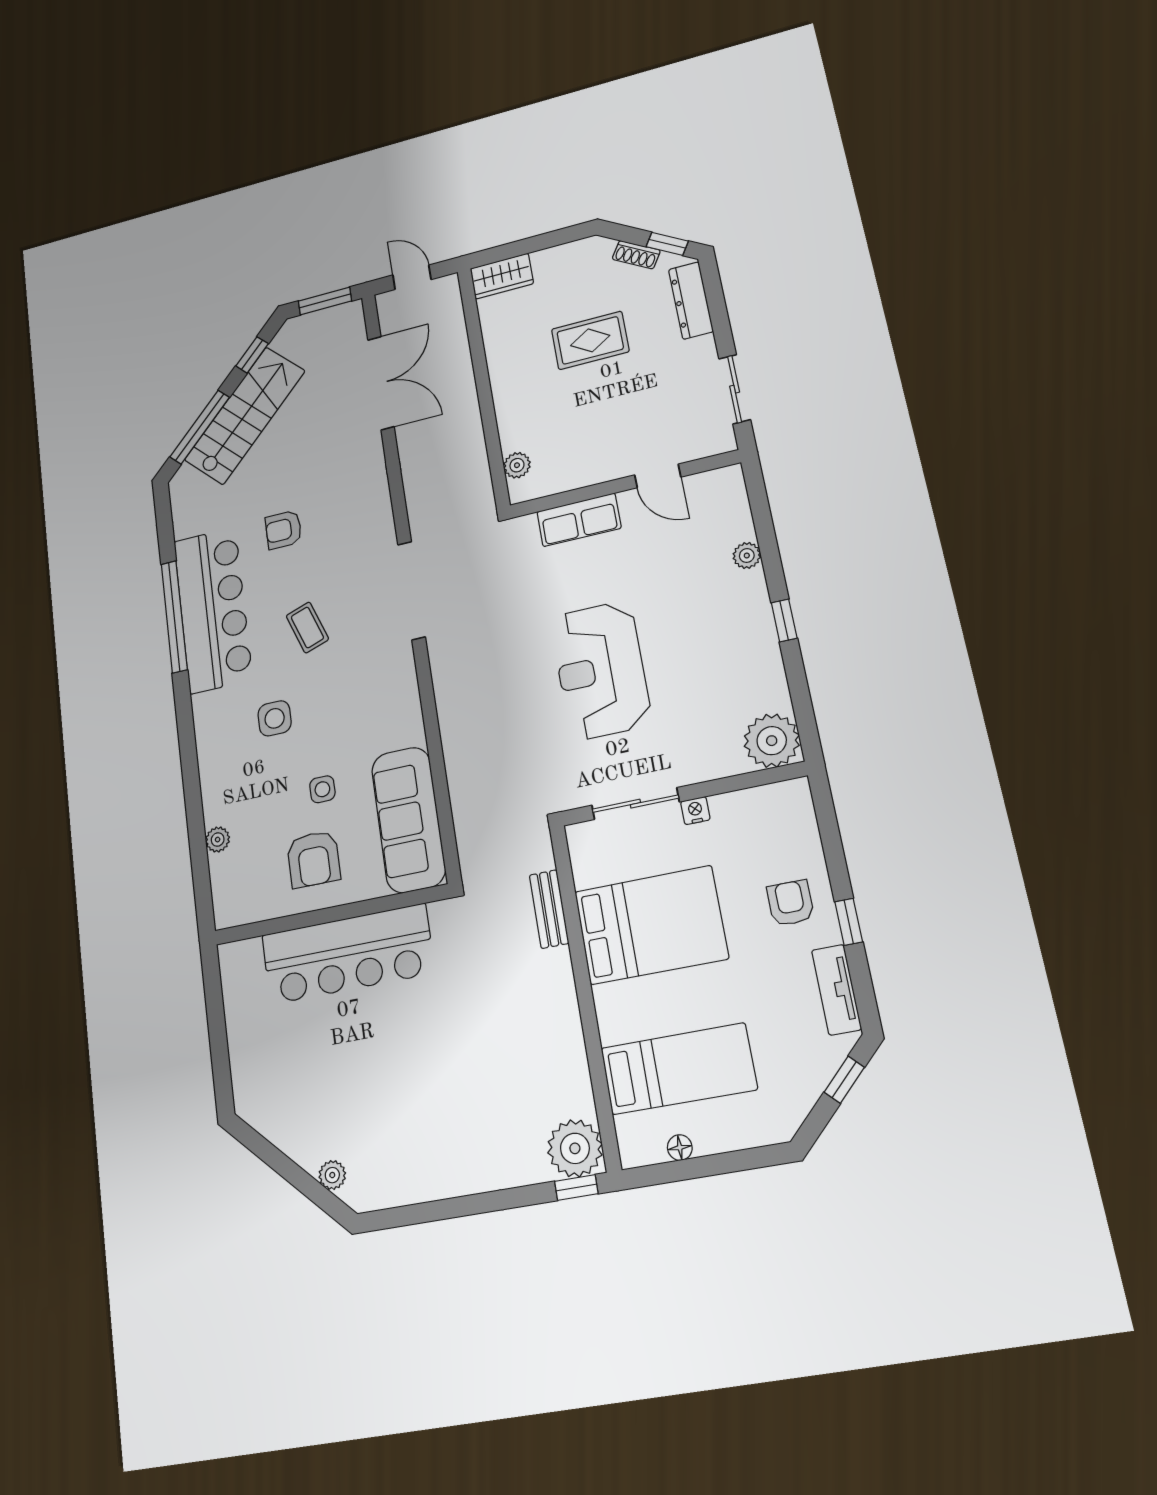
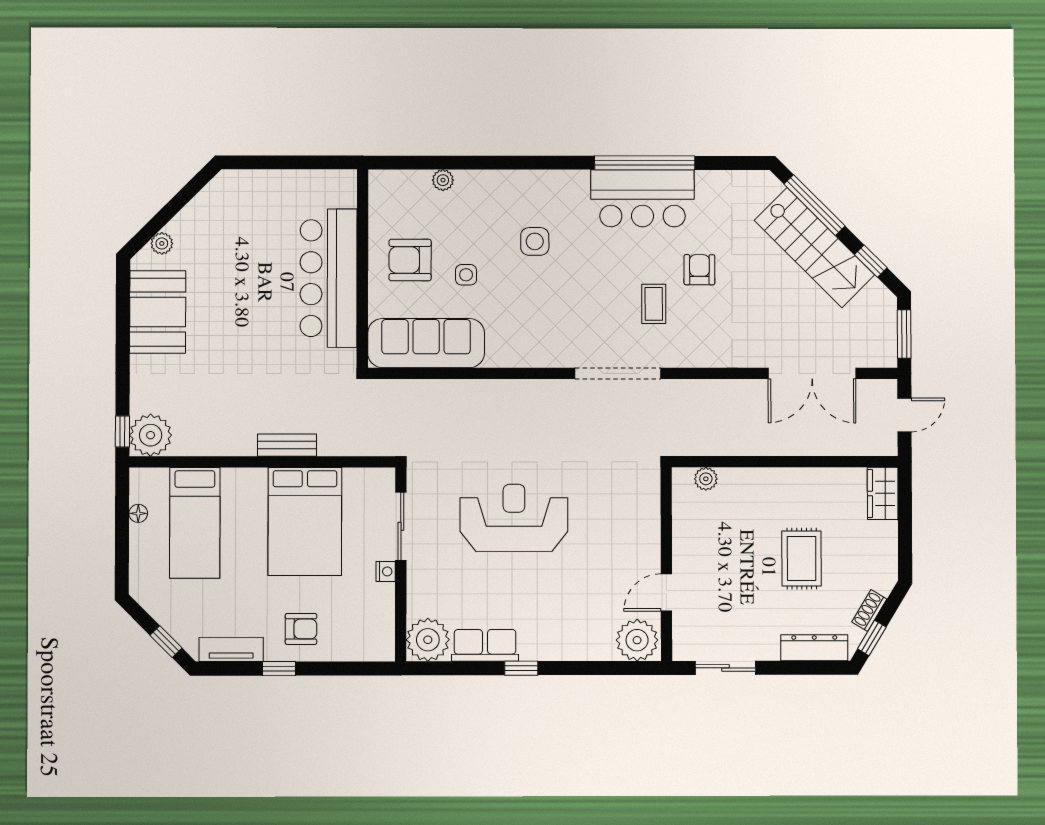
row of seats: (579, 520) -> (485, 645), moved, turned 90
plant: (747, 556) -> (637, 640), moved, width x1.88, depth x1.88
bar counter: (213, 610) -> (642, 198), width x0.73
coffee table: (307, 627) -> (654, 304), moved, turned -71
bench: (549, 909) -> (287, 445), moved
booth: (418, 1166) -> (158, 312), added

